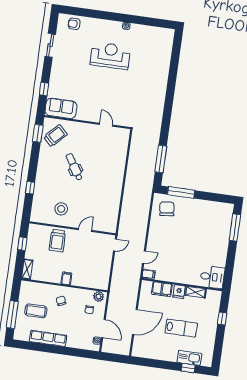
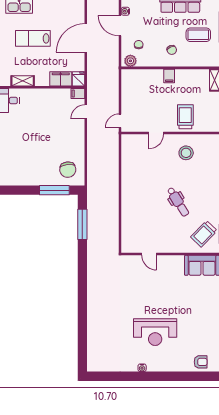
fridge: (179, 292) -> (79, 79), moved

